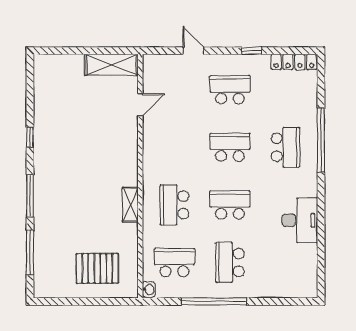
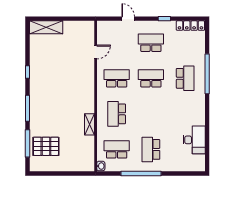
shelving: (111, 65) -> (46, 27), moved
shelving: (130, 205) -> (89, 124), moved
school desk: (230, 205) -> (117, 78), moved
desk: (300, 220) -> (194, 140), moved
pallet: (97, 268) -> (46, 146), moved

